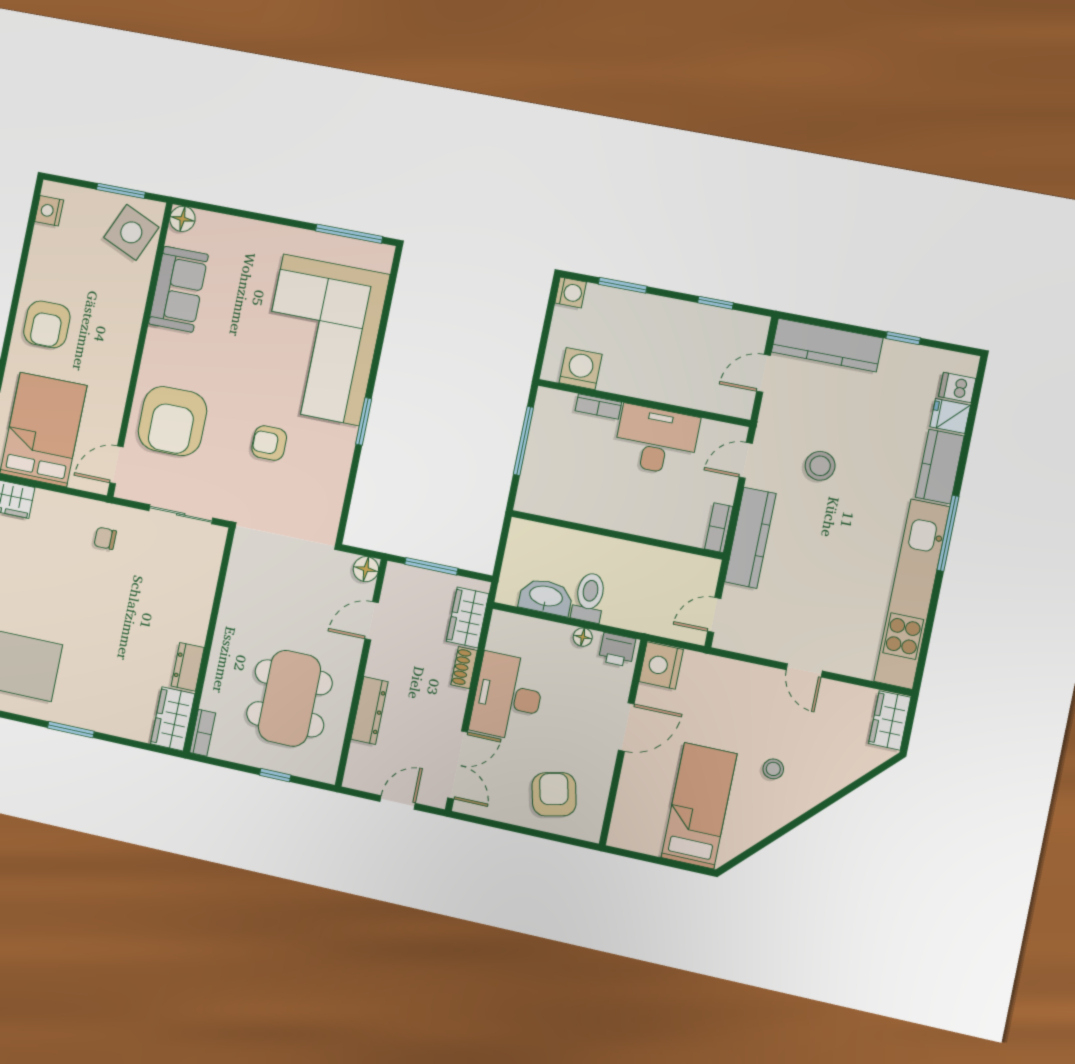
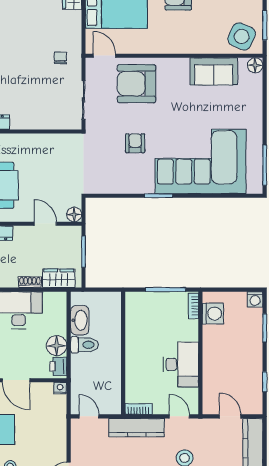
bookcase: (598, 406) -> (193, 306), moved
floor lamp: (583, 637) -> (57, 346), width x1.89, depth x1.89
nightstand: (661, 666) -> (60, 388), width x0.53, depth x0.56

